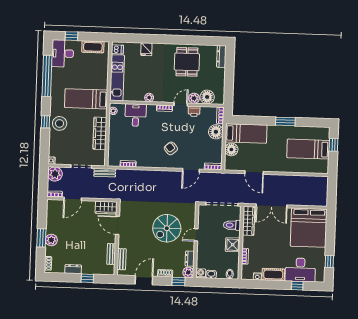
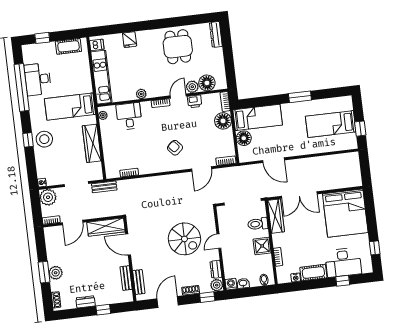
desk: (63, 53) -> (38, 79), moved
window: (333, 145) -> (360, 129), moved
wardrobe: (106, 208) -> (106, 227), width x1.50
spiral stairs: (167, 228) -> (184, 239), turned -90

